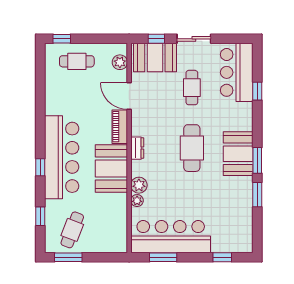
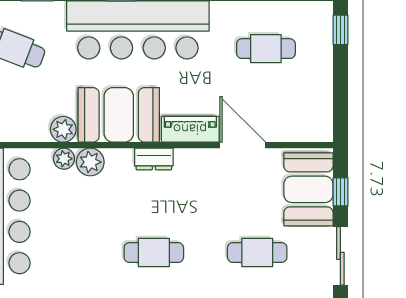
cafe table: (77, 61) -> (266, 49), moved, turned 90
plant: (120, 62) -> (63, 129), moved
door: (129, 96) -> (243, 145), hinge flipped
cafe table: (192, 148) -> (154, 252), width x0.73, depth x0.74

